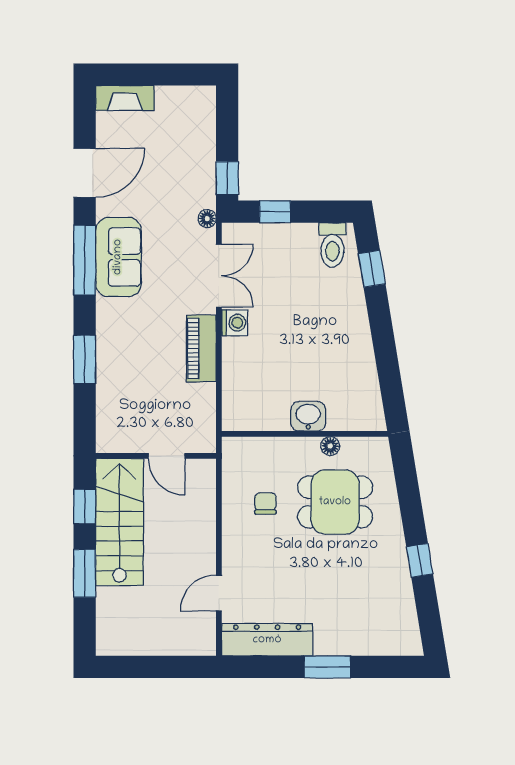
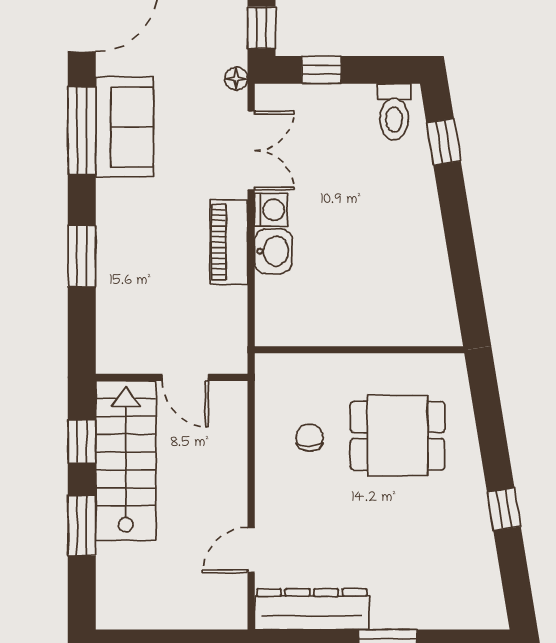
washbasin: (308, 416) -> (273, 251), moved, turned 90
floor lamp: (330, 446) -> (391, 365), removed

